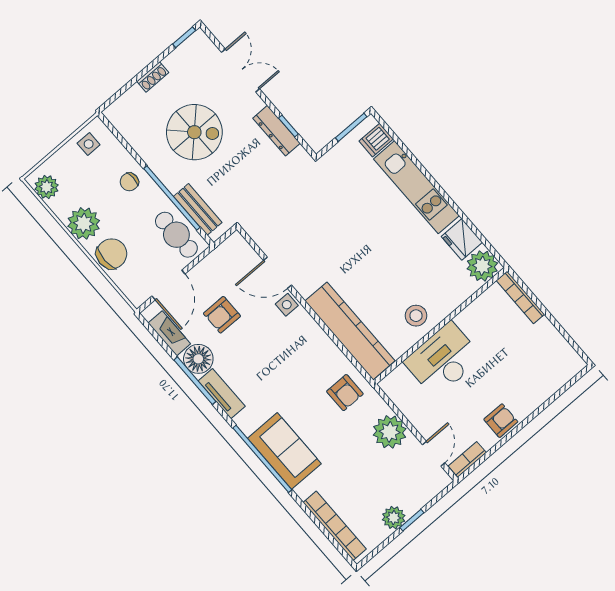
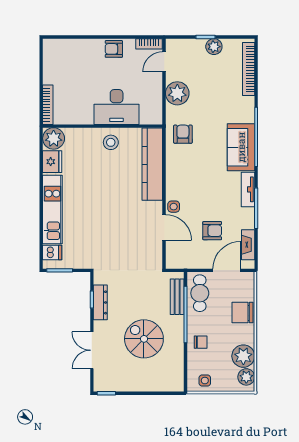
shoe rack: (153, 77) -> (141, 387), removed
plant: (84, 223) -> (243, 356), moved
floor lamp: (198, 359) -> (244, 218), removed
sofa: (284, 451) -> (241, 147), moved

